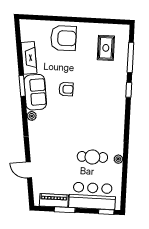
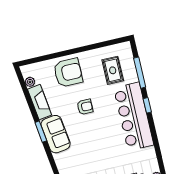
armchair: (66, 89) -> (85, 107), moved
bar counter: (113, 97) -> (134, 116), added
plant: (32, 116) -> (30, 82), moved

